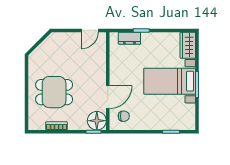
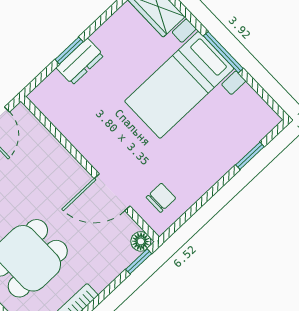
dresser: (129, 38) -> (80, 62), moved
door: (108, 97) -> (112, 192), swing flipped
floor lamp: (97, 121) -> (141, 241), width x0.53, depth x0.53

